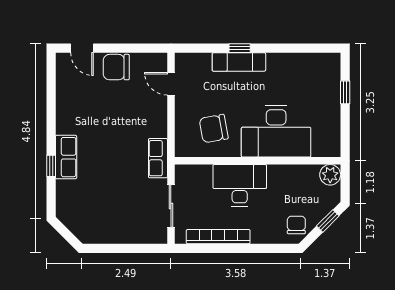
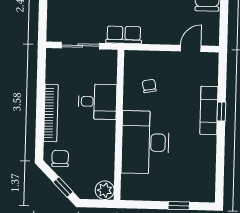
chair: (214, 129) -> (149, 86), width x0.54, depth x0.54
desk: (240, 185) -> (97, 102), width x0.73
chair: (296, 225) -> (60, 158), turned -90
bookcase: (218, 237) -> (51, 113), moved

